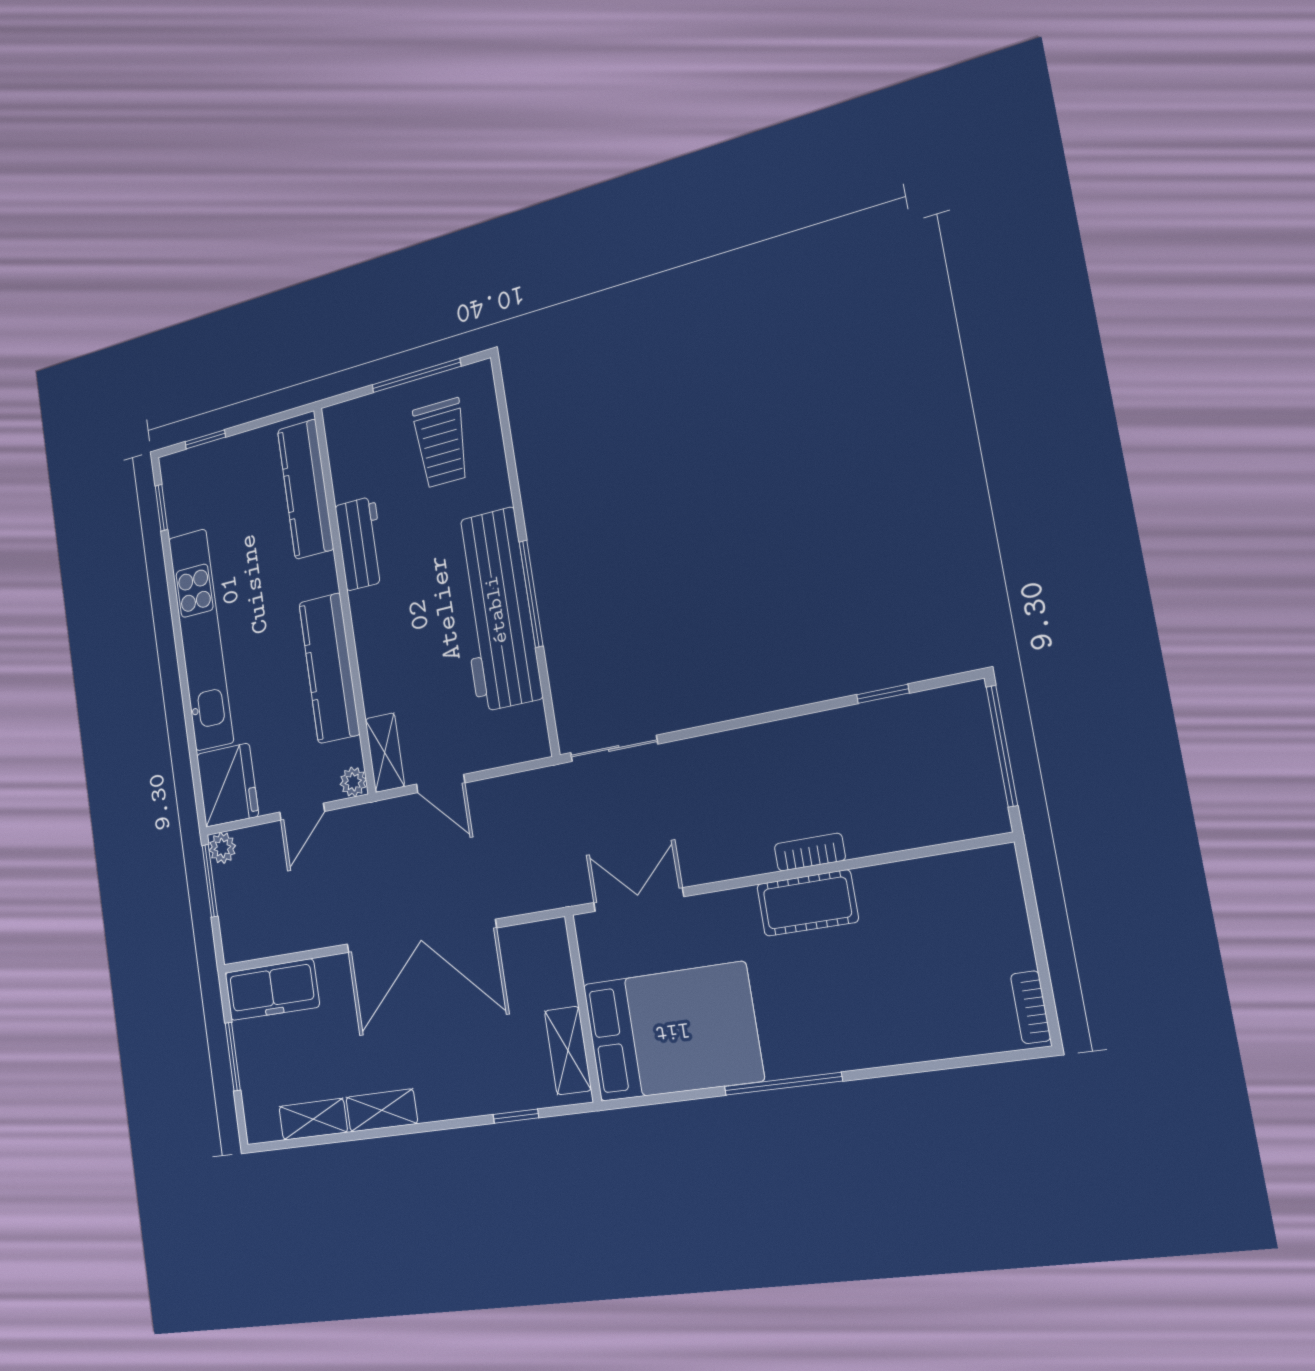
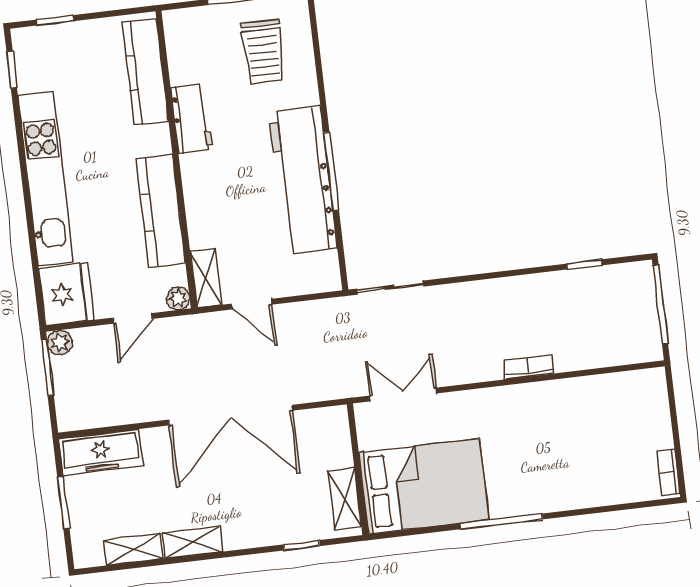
cot: (807, 903) -> (525, 401), removed

